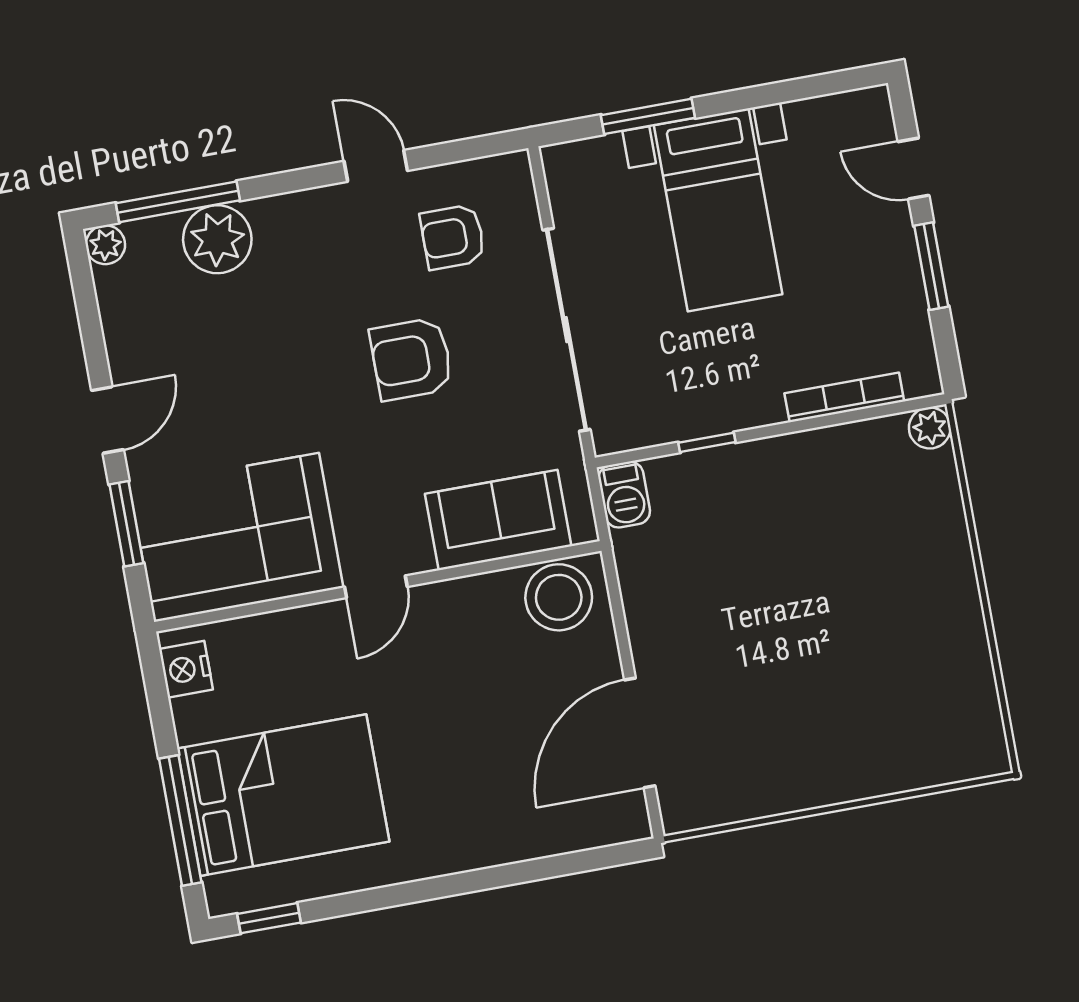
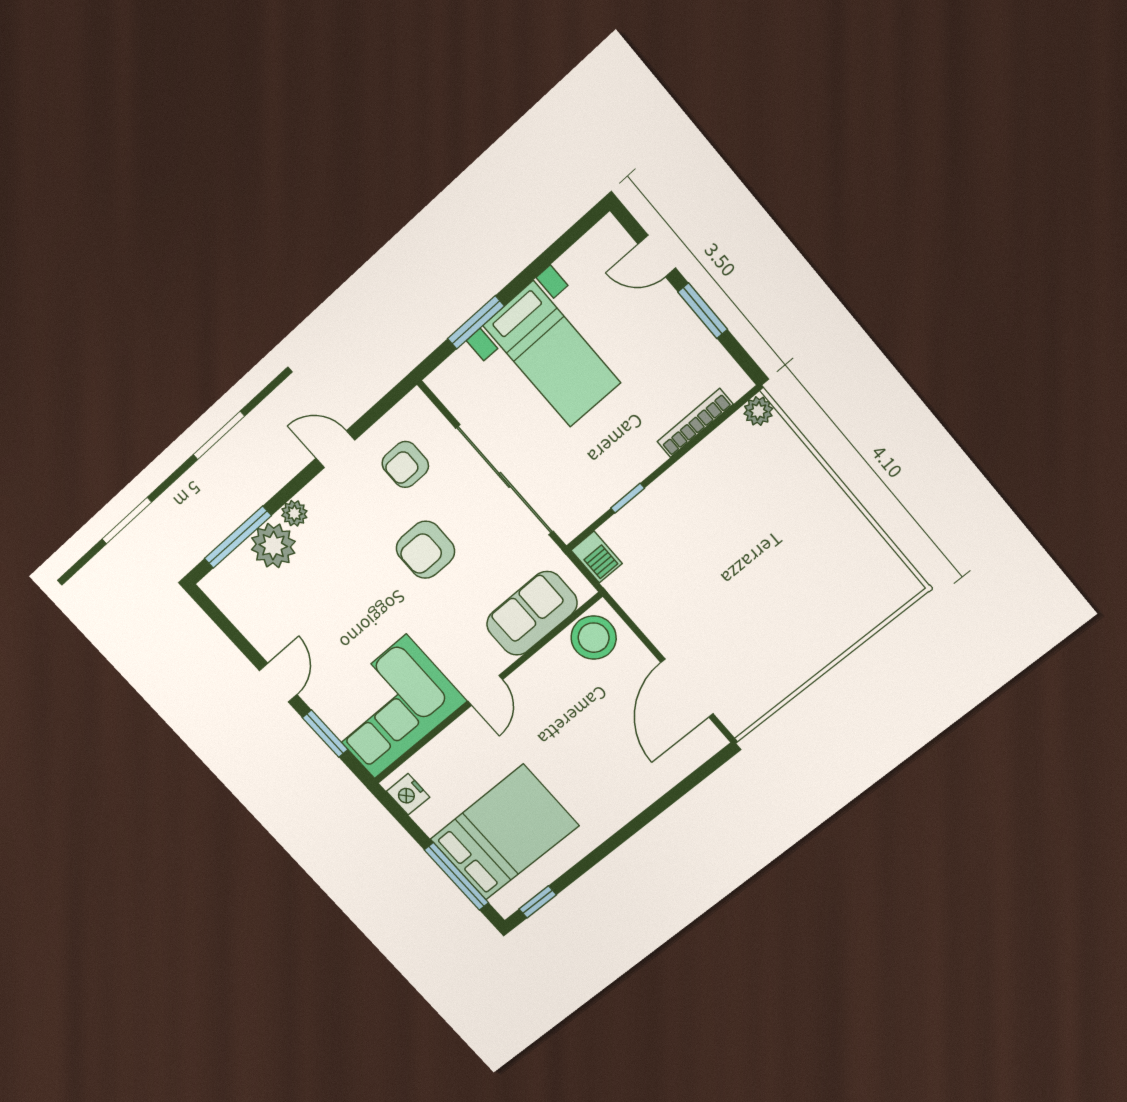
plant: (105, 245) -> (294, 513), moved

